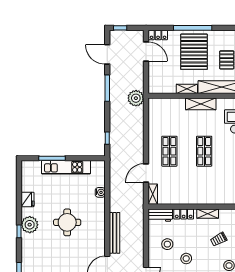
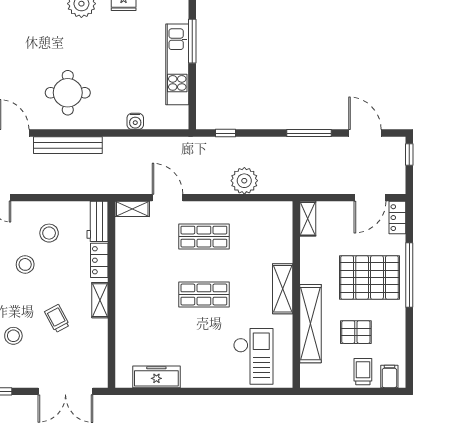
door: (107, 54) -> (365, 133), hinge flipped
shelving: (187, 89) -> (308, 219), moved
plant: (136, 98) -> (244, 181), moved
round table: (67, 222) -> (68, 93), moved

